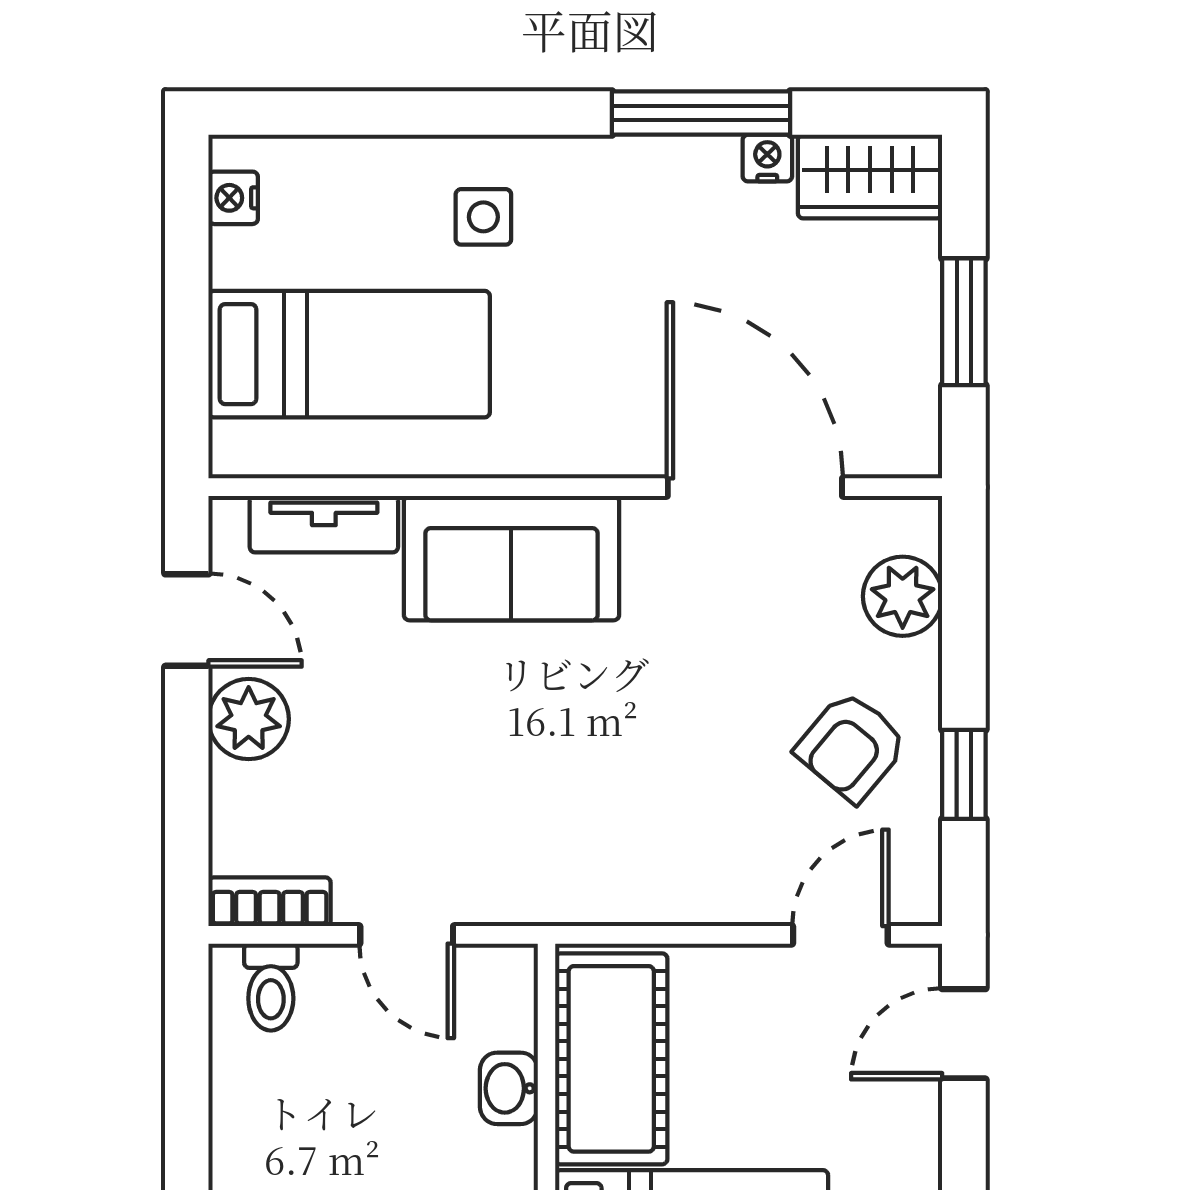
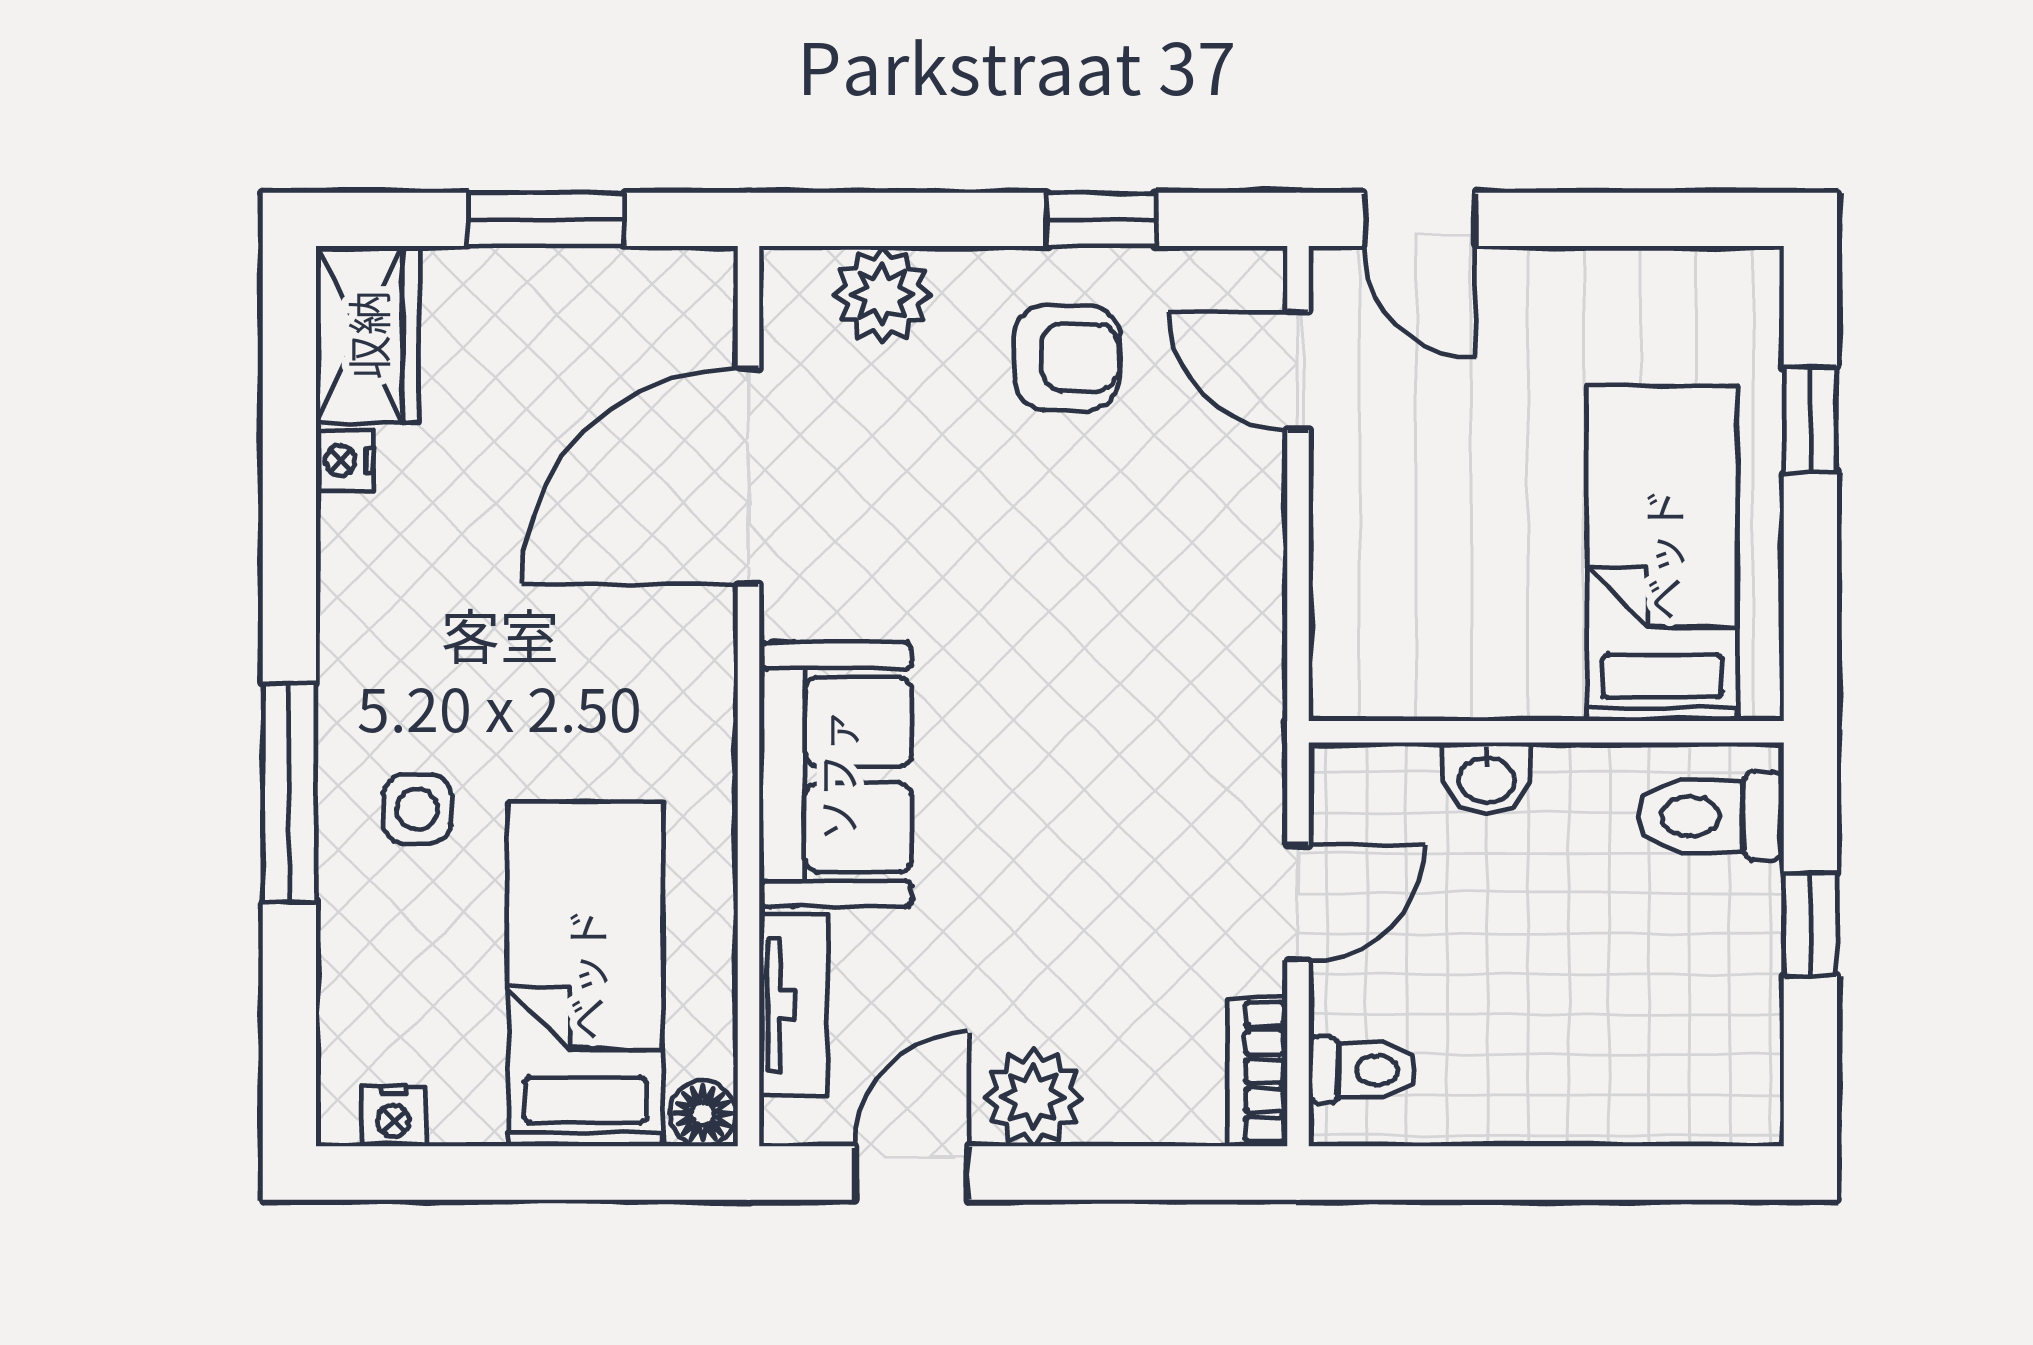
window: (701, 113) -> (289, 792), moved
floor lamp: (235, 450) -> (703, 1114), added
armchair: (851, 747) -> (1067, 357), turned -40
cot: (611, 1059) -> (1450, 652), removed

